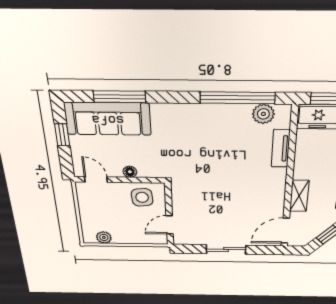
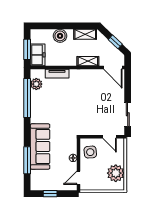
sofa: (108, 119) -> (40, 146), moved
plant: (104, 237) -> (116, 173), width x1.87, depth x1.87
sliding door: (226, 249) -> (128, 114), moved

